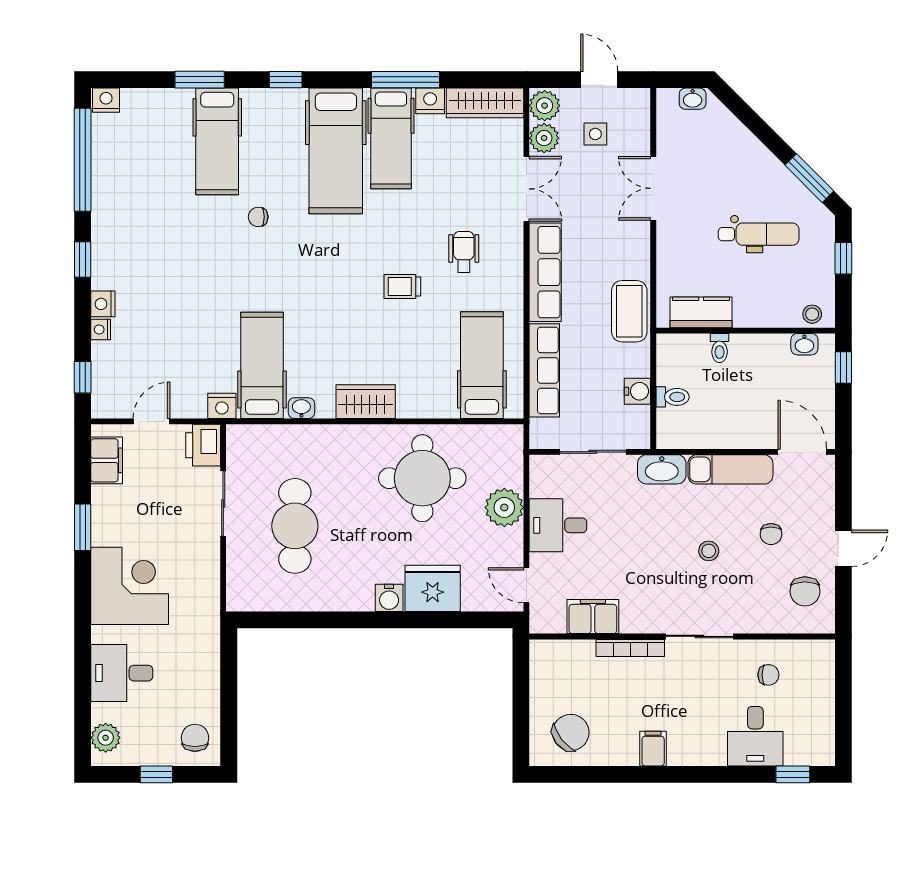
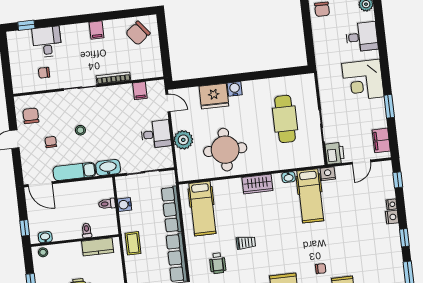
coffee table: (629, 311) -> (133, 243), width x0.73, depth x0.77
filing cabinet: (593, 617) -> (140, 91), width x0.50

